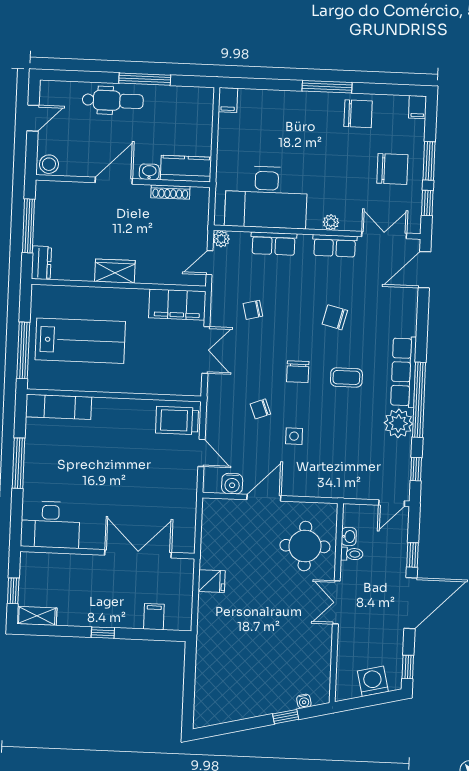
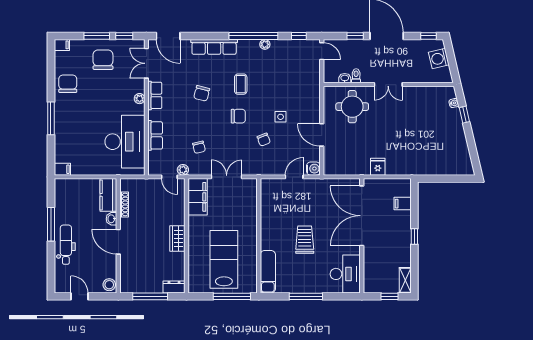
window: (327, 87) -> (51, 118), moved
plant: (221, 239) -> (183, 170), moved
row of seats: (404, 372) -> (214, 47), moved
trolley: (177, 420) -> (305, 240), moved, turned 180
plant: (398, 423) -> (265, 44), width x0.53, depth x0.53
water cooler: (232, 484) -> (313, 169), moved
double door: (138, 554) -> (362, 216), width x1.36

